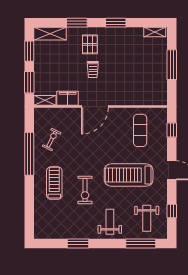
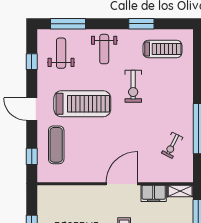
exercise mat: (140, 130) -> (56, 145), moved
treadmill: (54, 183) -> (162, 49), moved, turned -90
exercise bike: (85, 190) -> (133, 86), turned 180

